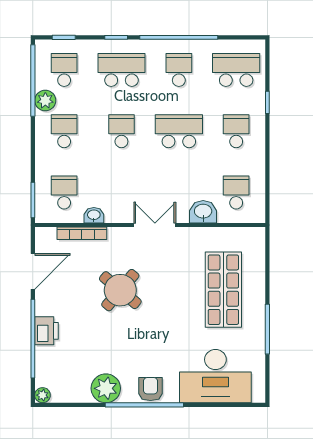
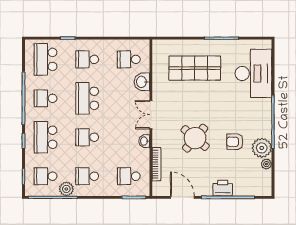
washbasin: (94, 215) -> (144, 141), moved
armchair: (150, 389) -> (235, 142), moved
plant: (43, 395) -> (266, 164), moved

